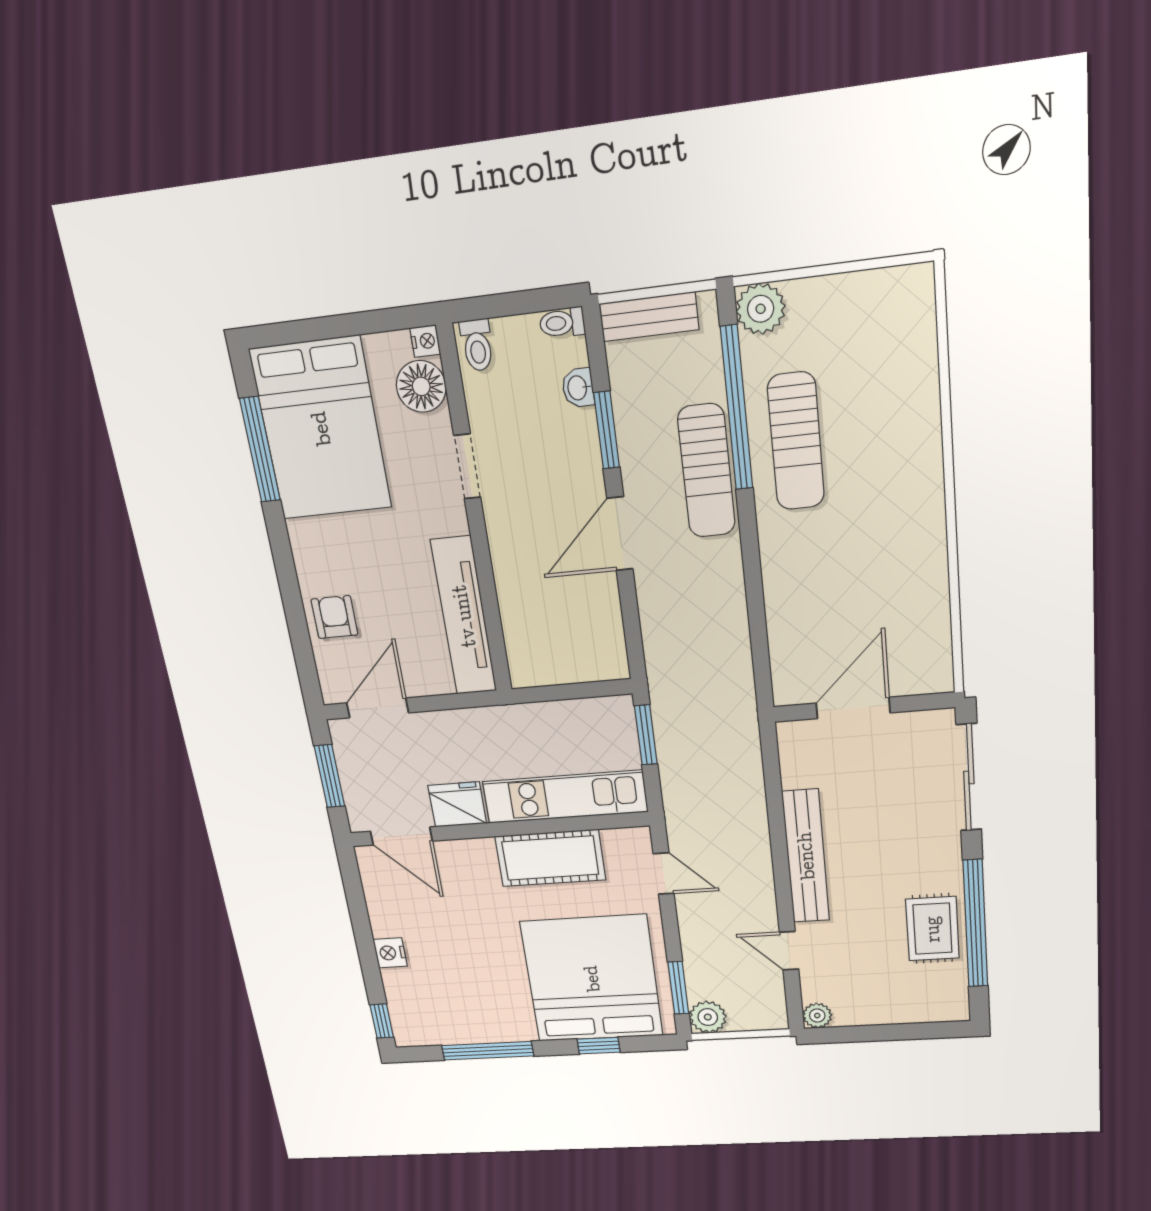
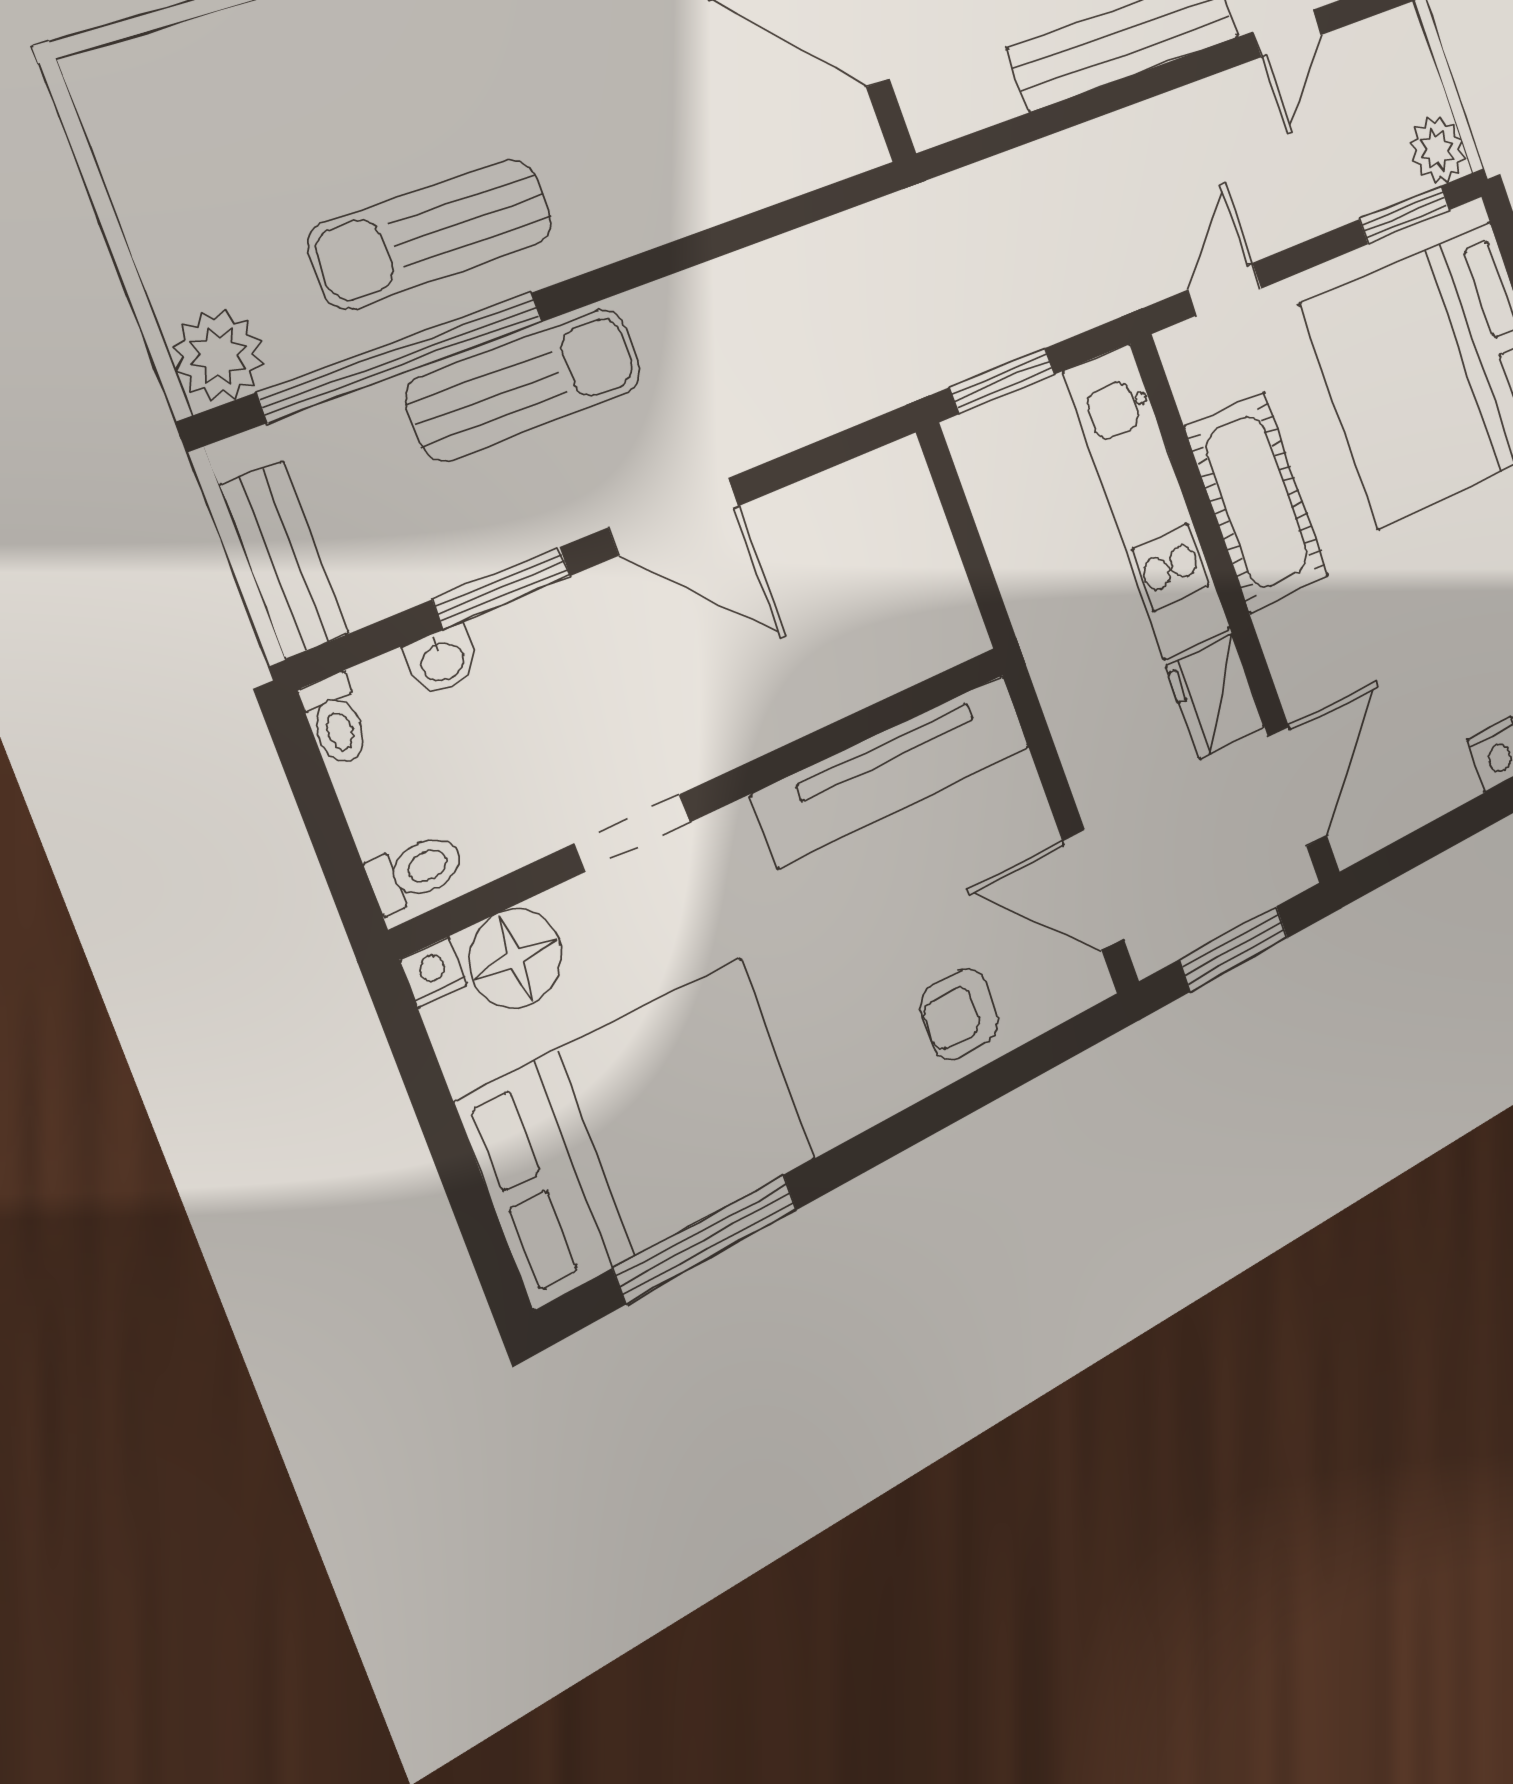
sun lounger: (796, 441) -> (431, 233), turned 180

